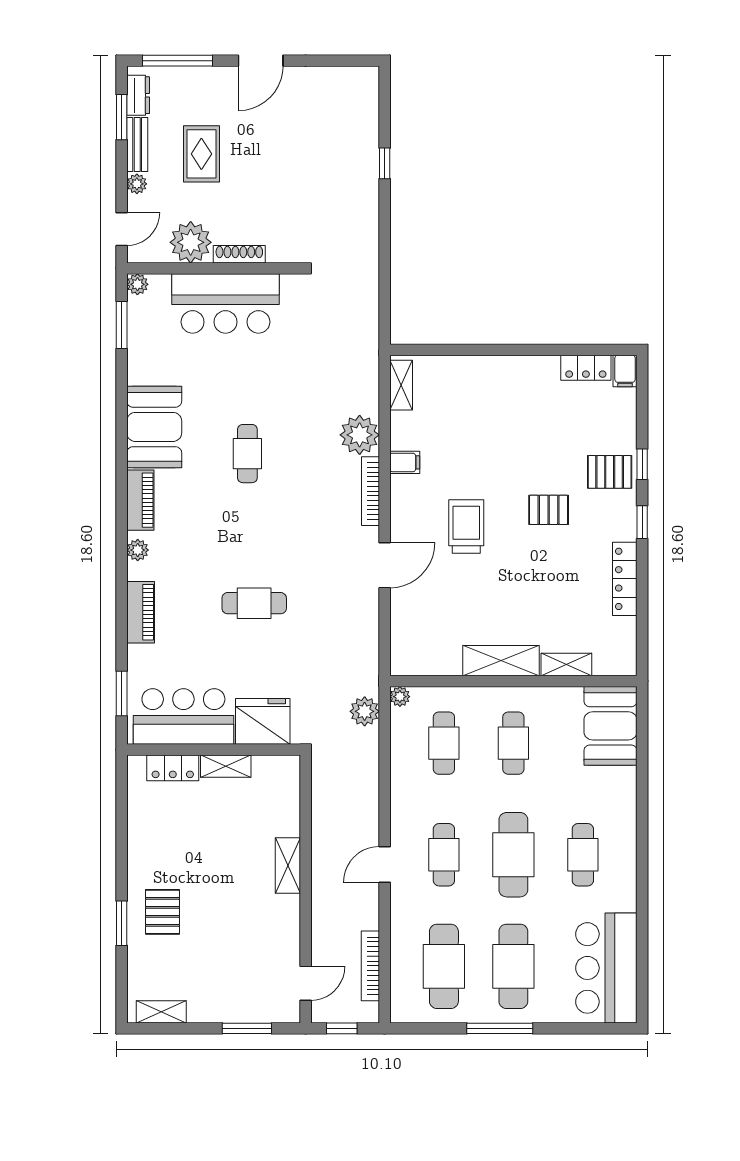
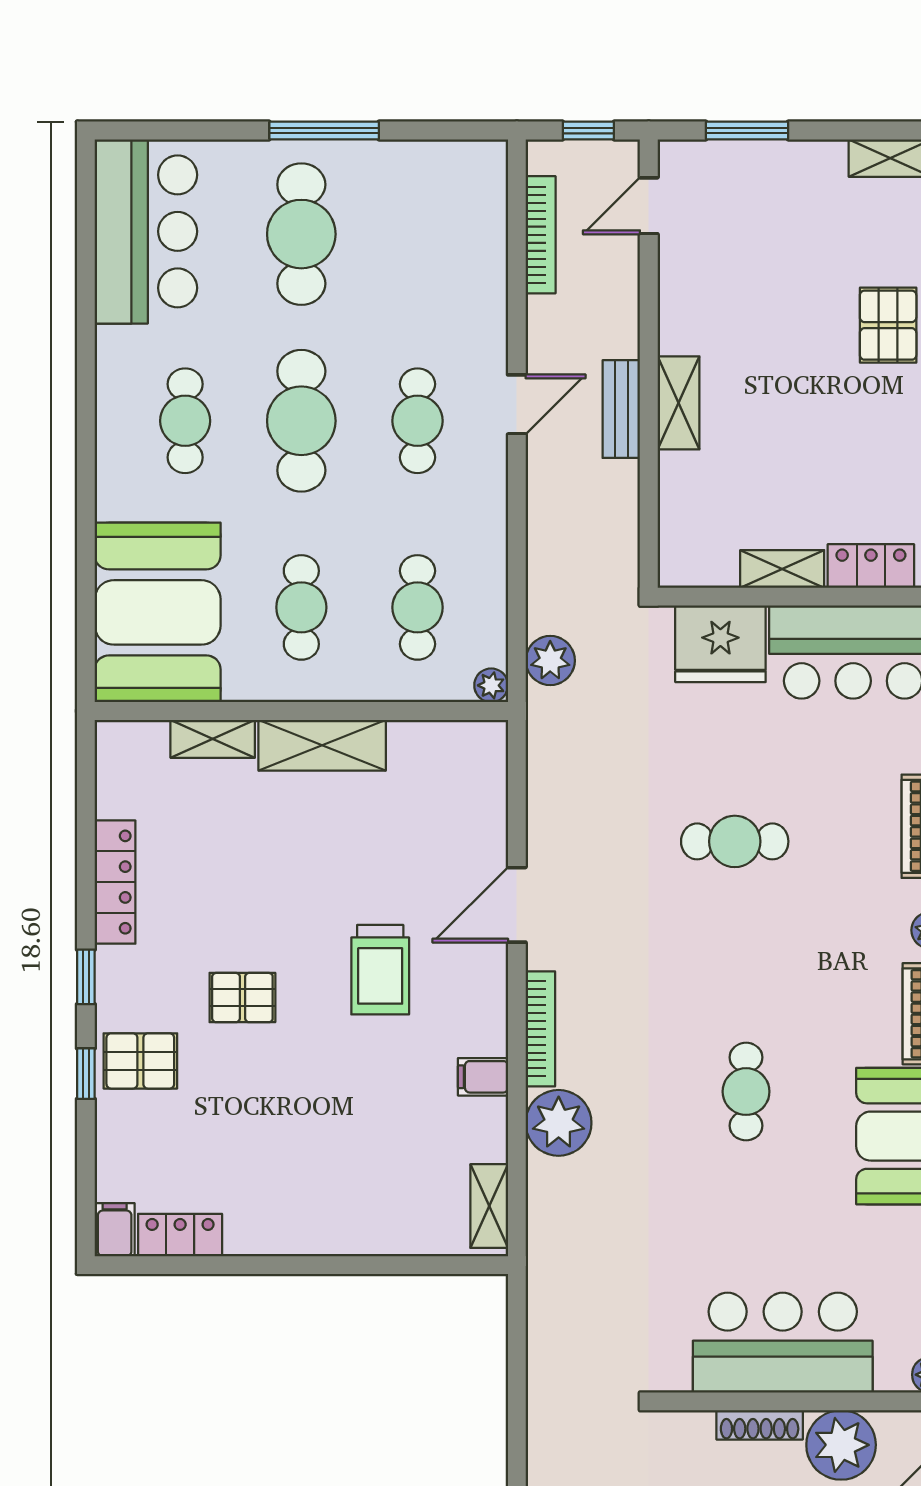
booth: (610, 726) -> (158, 612), width x1.36, depth x1.42
bench: (322, 862) -> (621, 409), added
cafe table: (444, 966) -> (418, 234), removed

